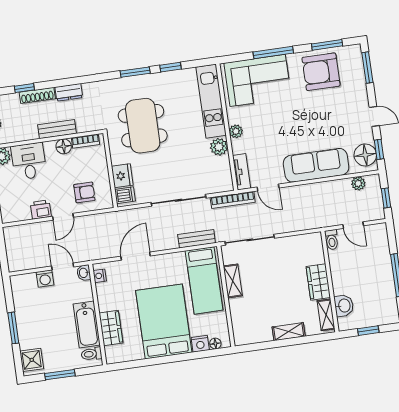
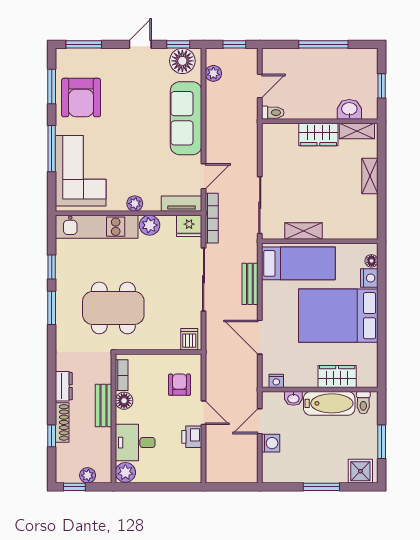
fridge: (122, 176) -> (189, 226), moved, turned 180
bench: (197, 239) -> (250, 284), moved
washbasin: (84, 273) -> (293, 398), moved

